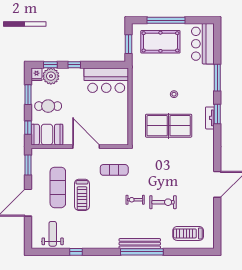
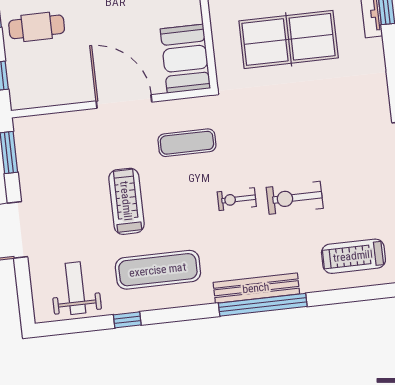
booth: (47, 135) -> (185, 59), moved, turned 90
exercise mat: (58, 187) -> (158, 270), moved, turned 90
treadmill: (82, 195) -> (126, 201), turned 180
exercise bike: (163, 202) -> (295, 198), turned 180

